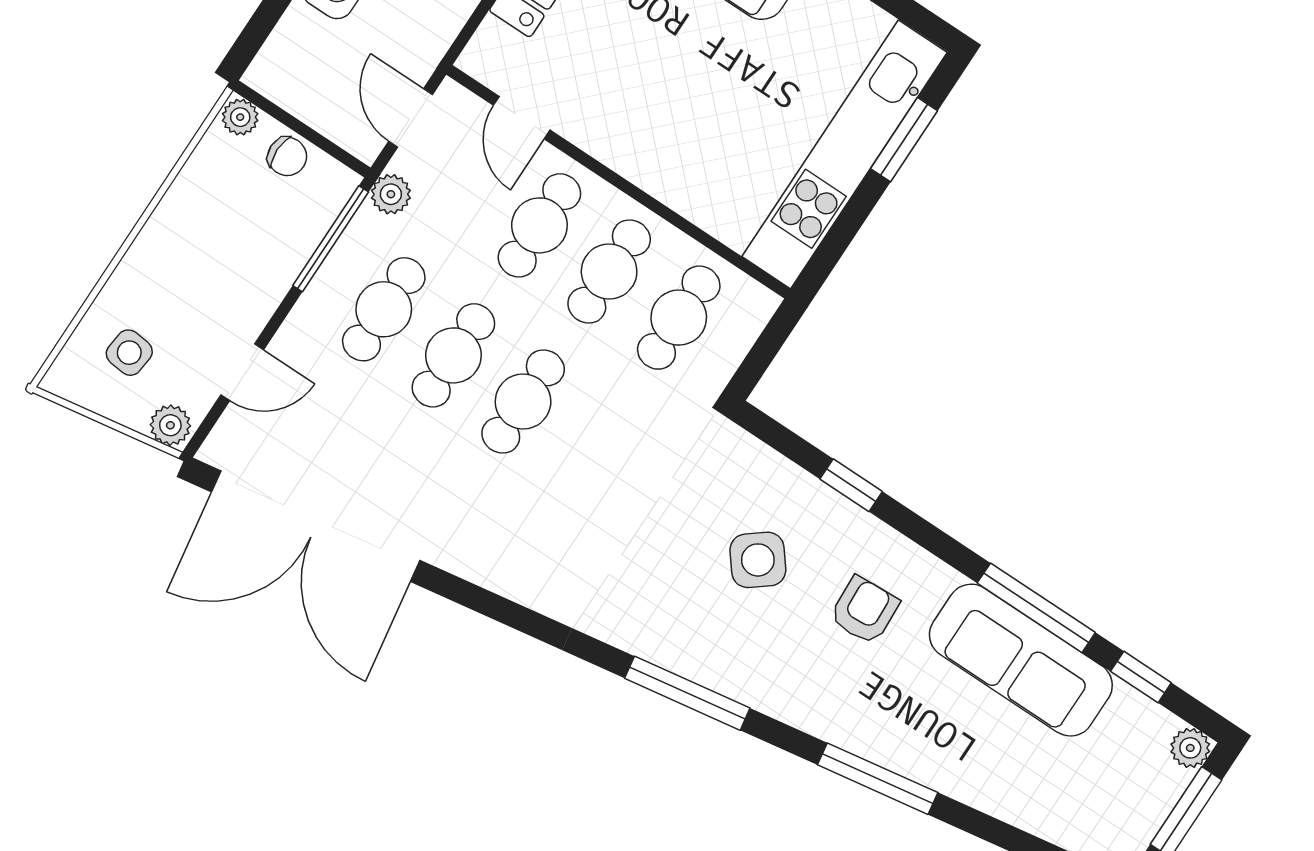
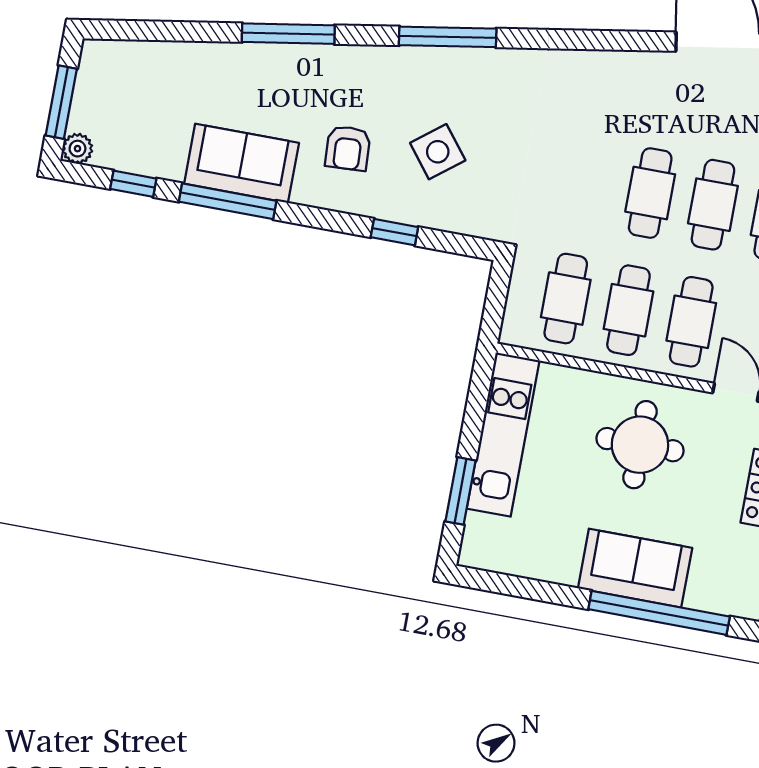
round table: (664, 104) -> (640, 445), added
kitchen unit: (845, 154) -> (503, 434), width x0.73
sofa: (1021, 660) -> (242, 163), width x0.73

